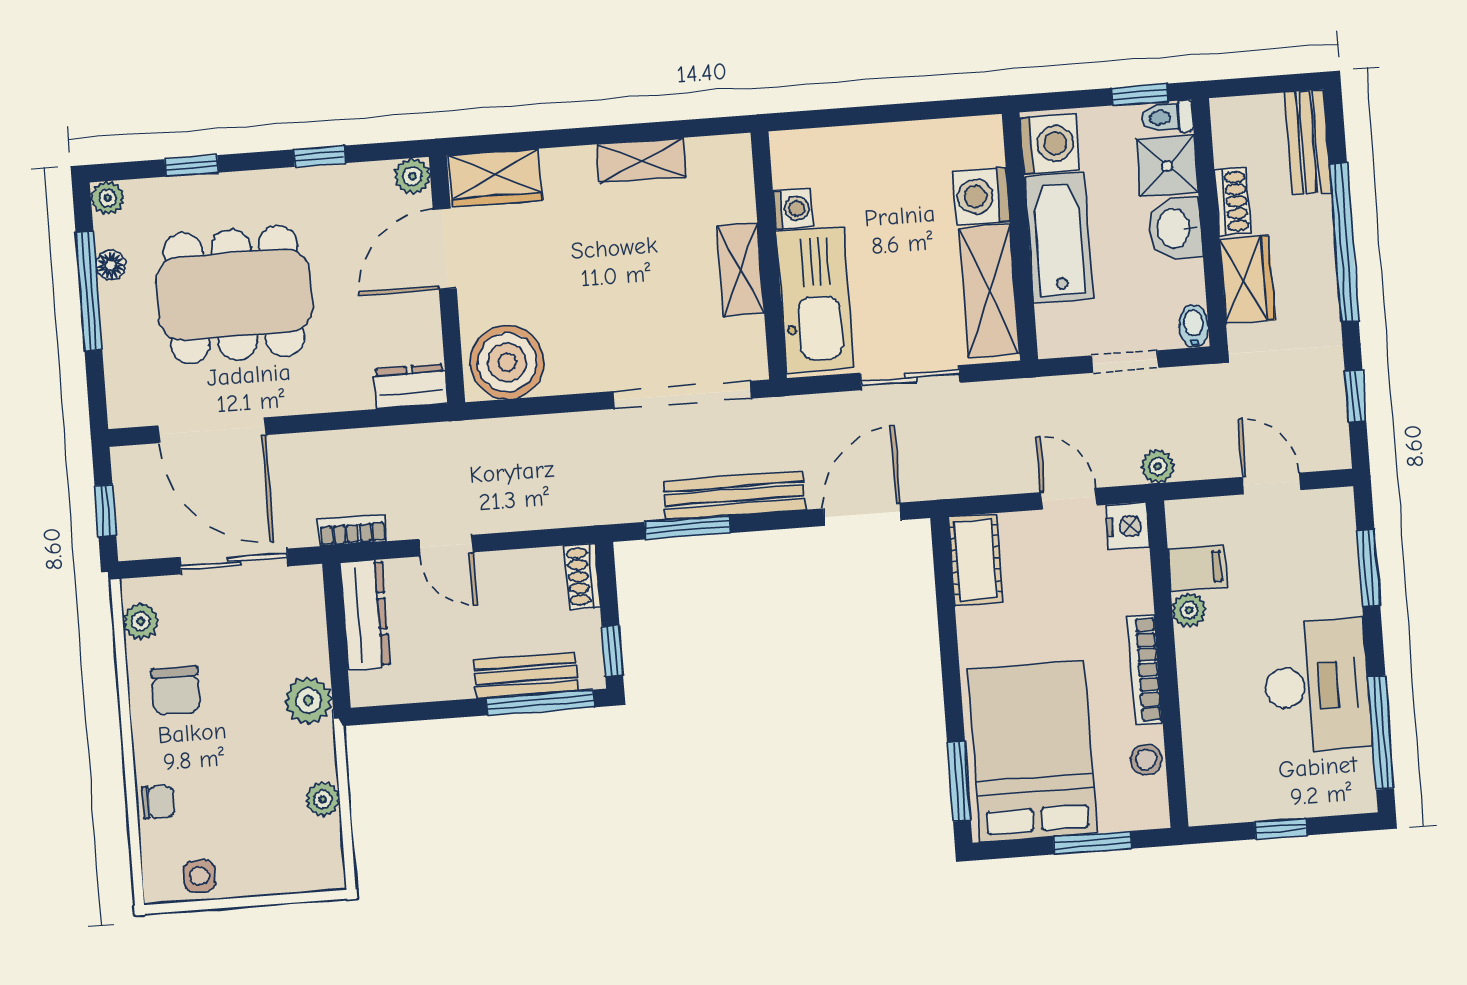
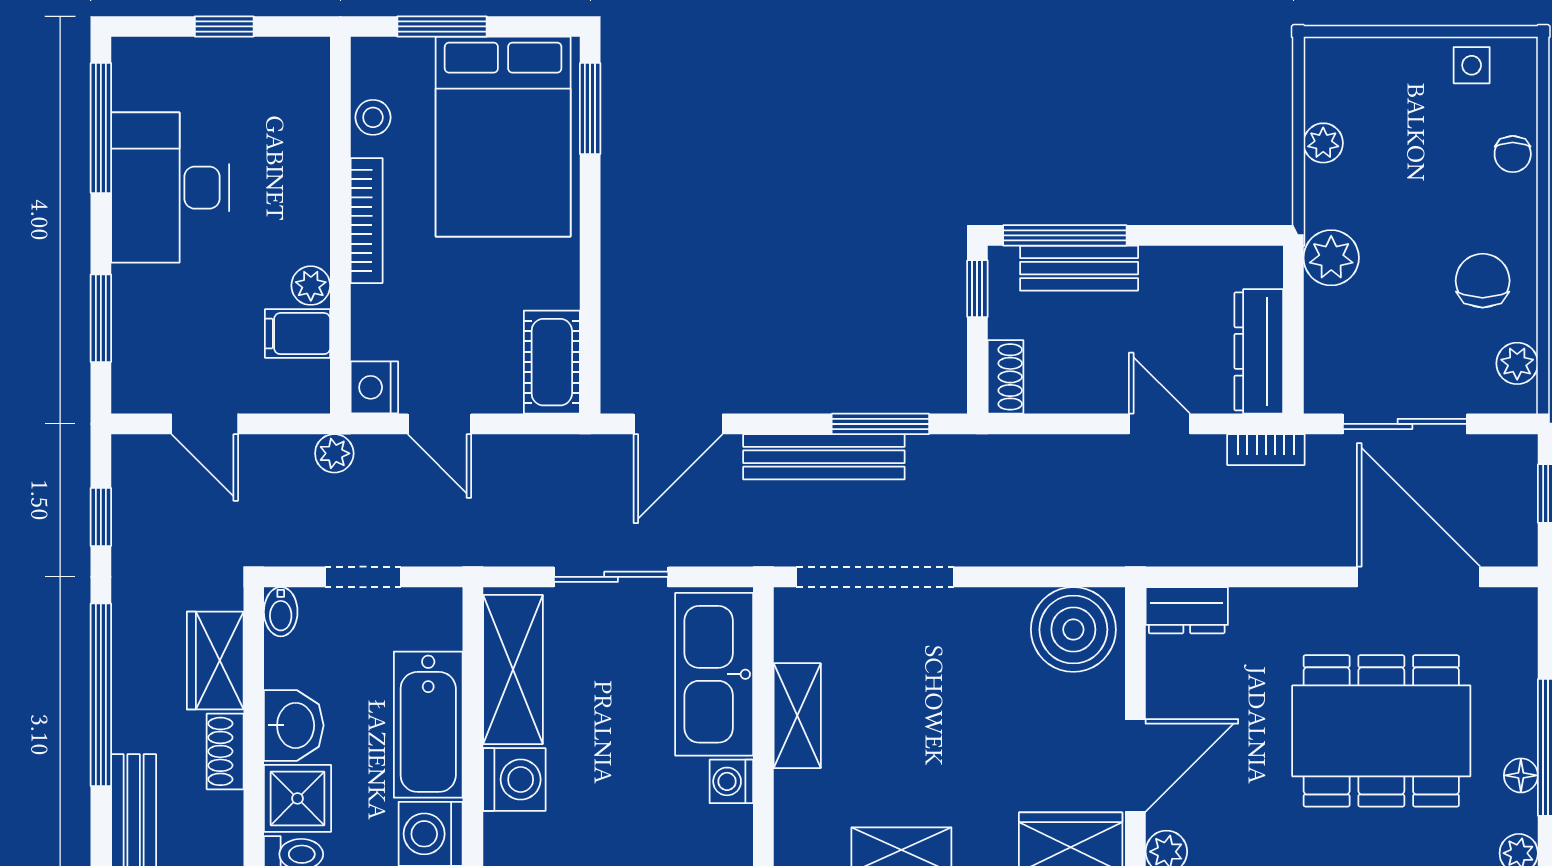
chair: (158, 802) -> (1513, 154), turned -90

